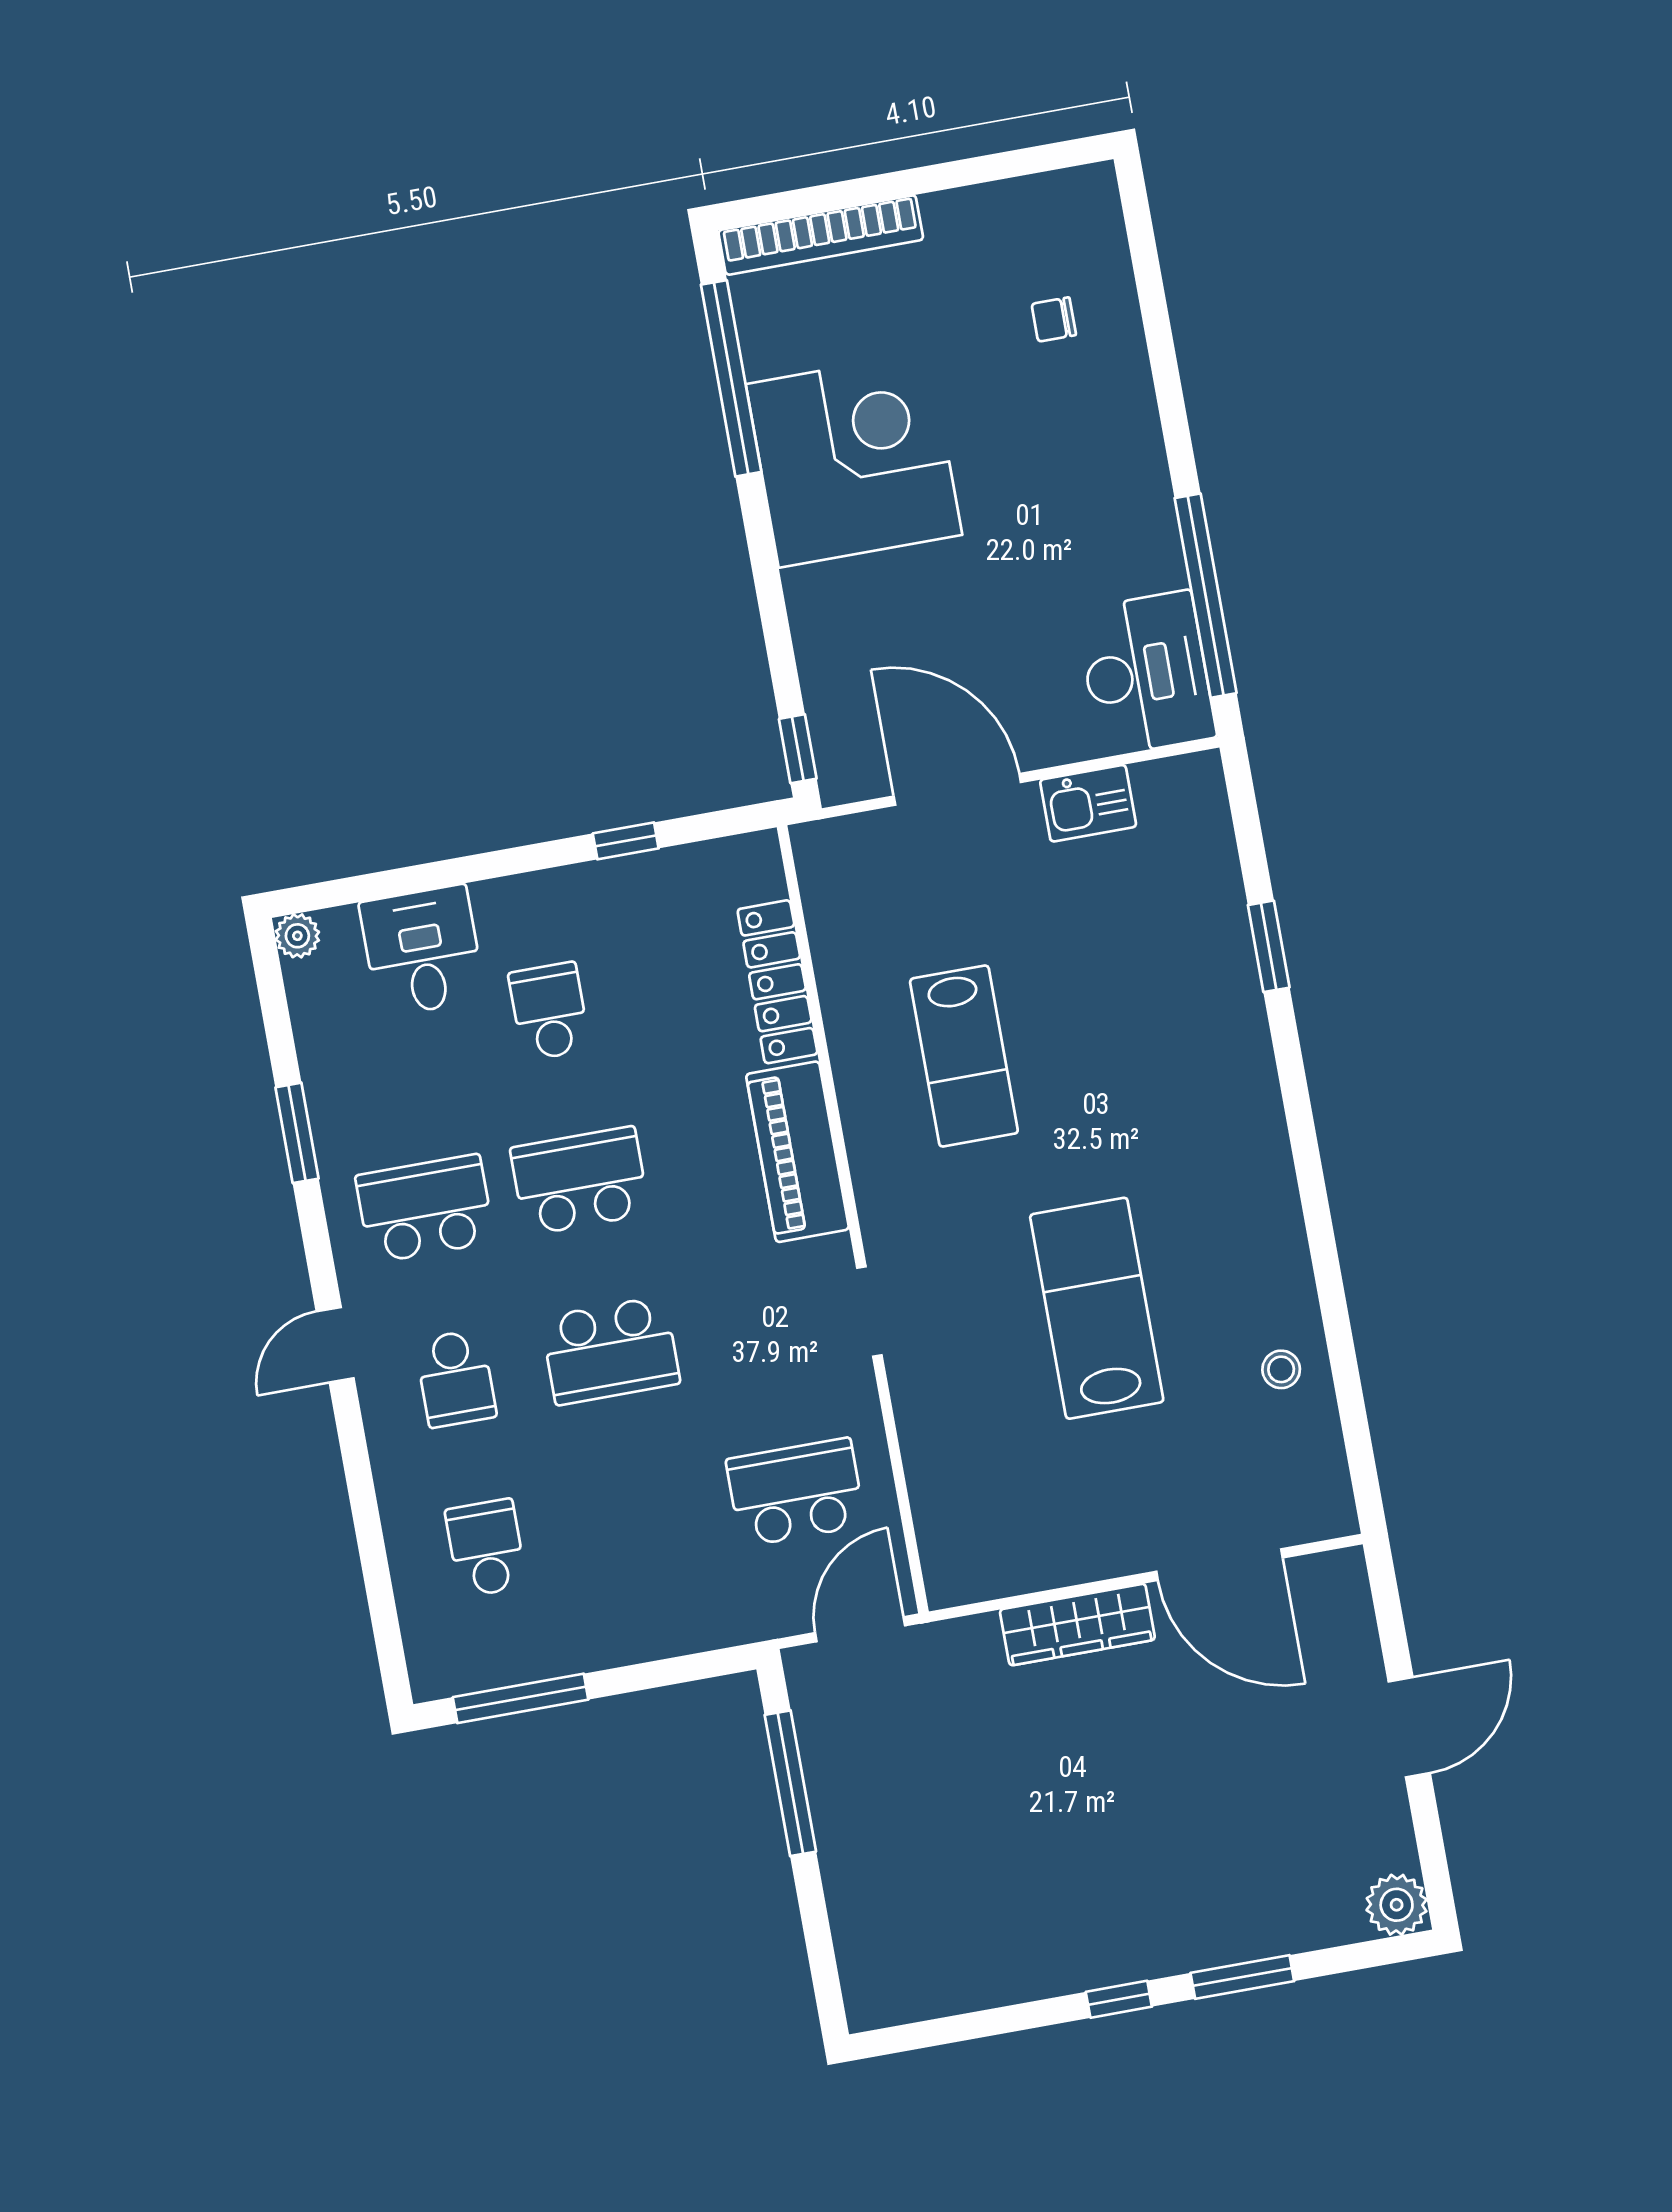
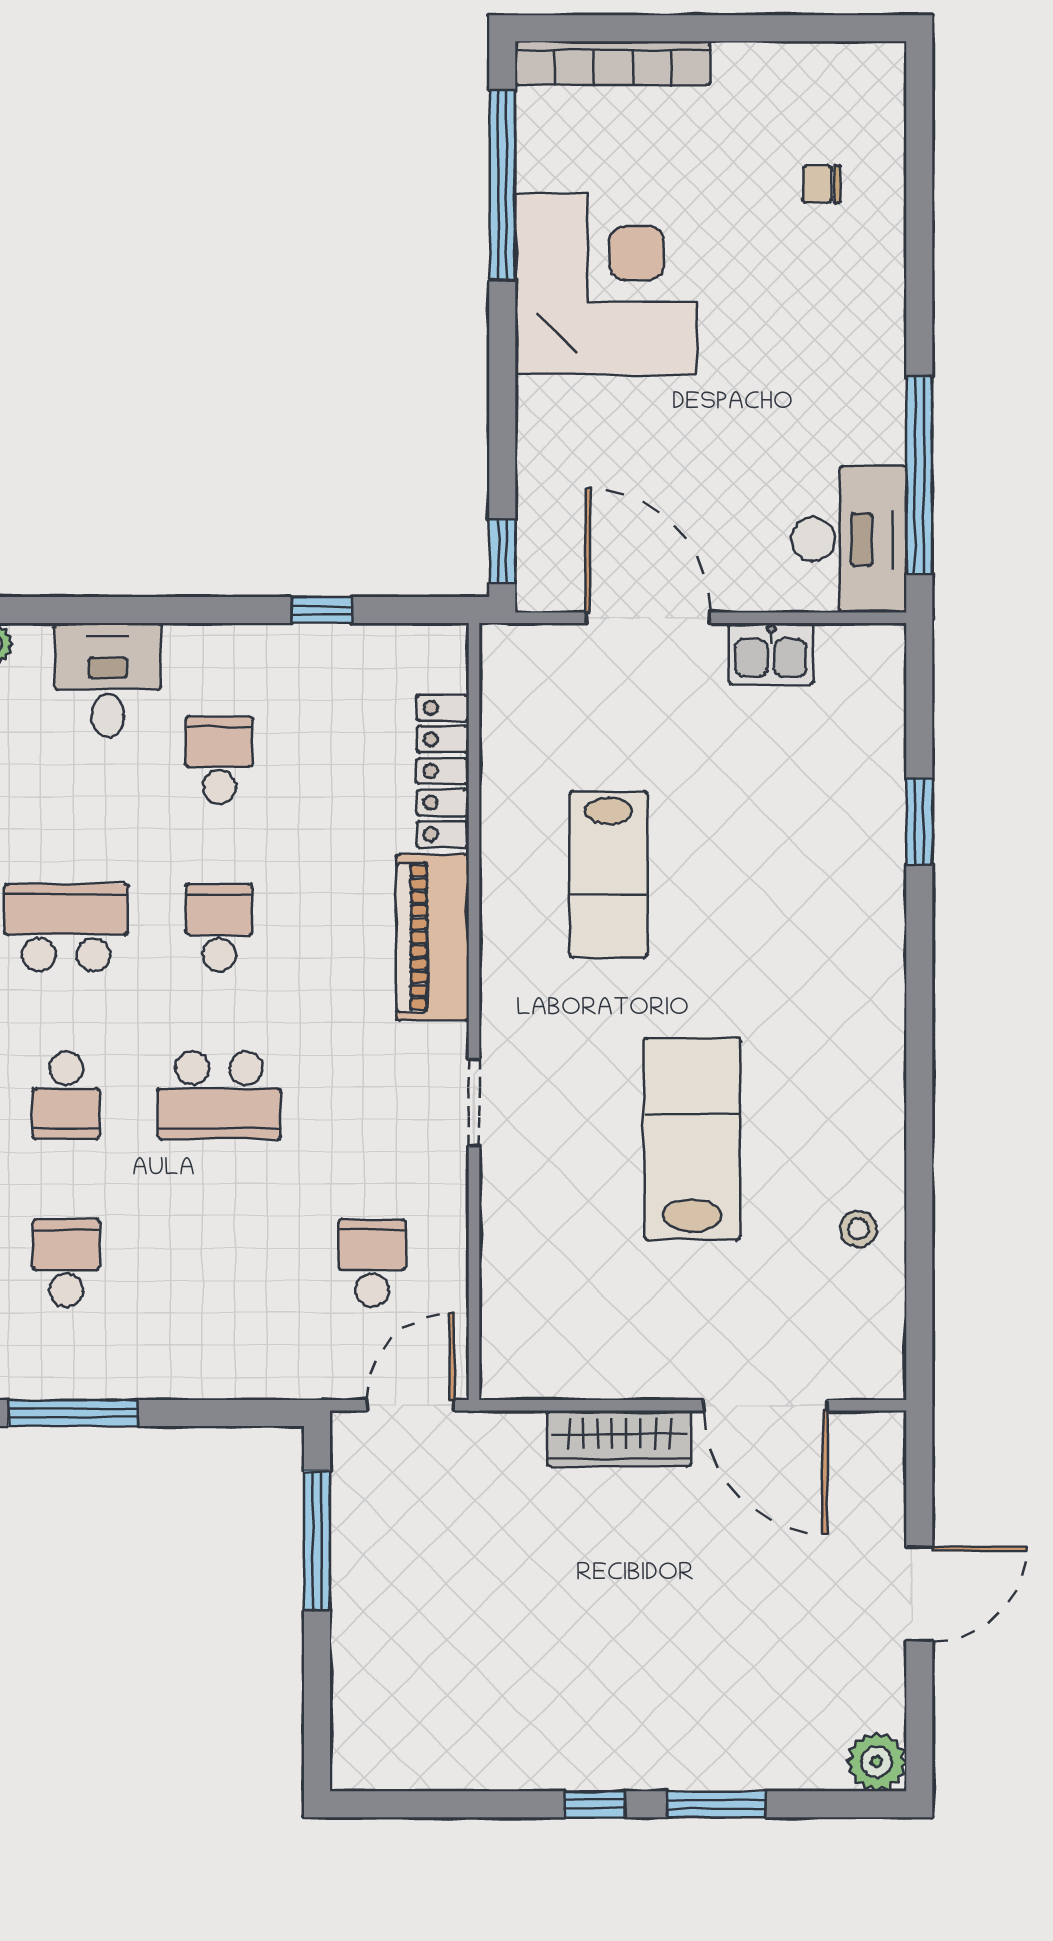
school desk: (580, 1181) -> (219, 928), width x0.54
school desk: (796, 1492) -> (372, 1263), width x0.54

